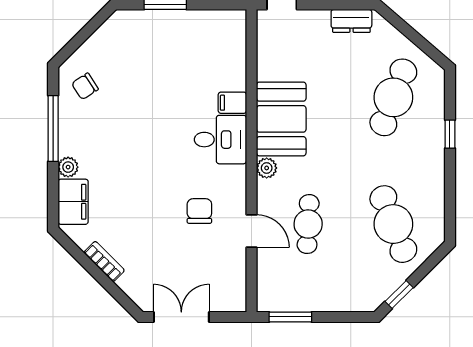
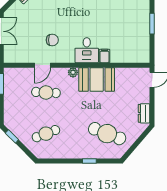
cafe table: (393, 224) -> (46, 134), width x0.73, depth x0.74

